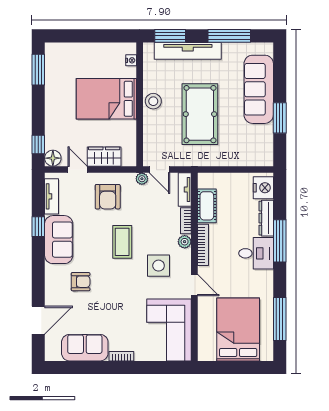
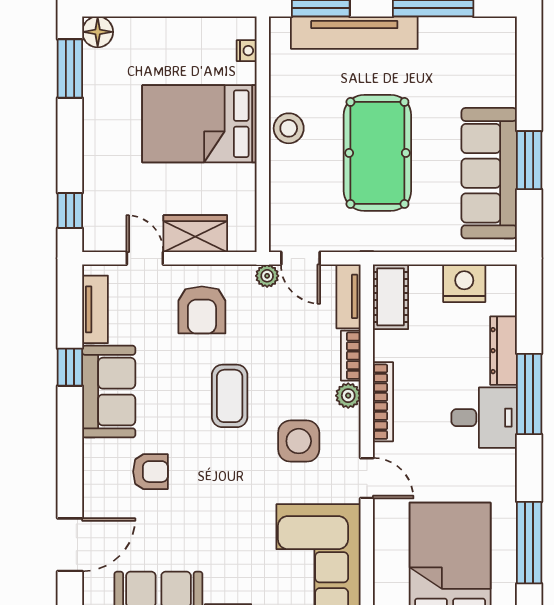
sofa: (259, 89) -> (489, 173), moved
floor lamp: (53, 158) -> (98, 32), moved
nightstand: (263, 188) -> (464, 283), moved, turned -90
cot: (207, 206) -> (391, 297), moved

